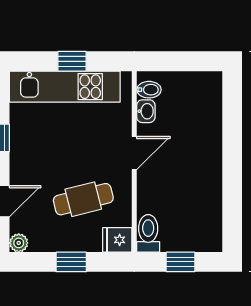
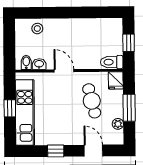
stool: (206, 109) -> (37, 29), added
plant: (19, 243) -> (118, 124), moved
window: (71, 262) -> (129, 108), width x1.50

